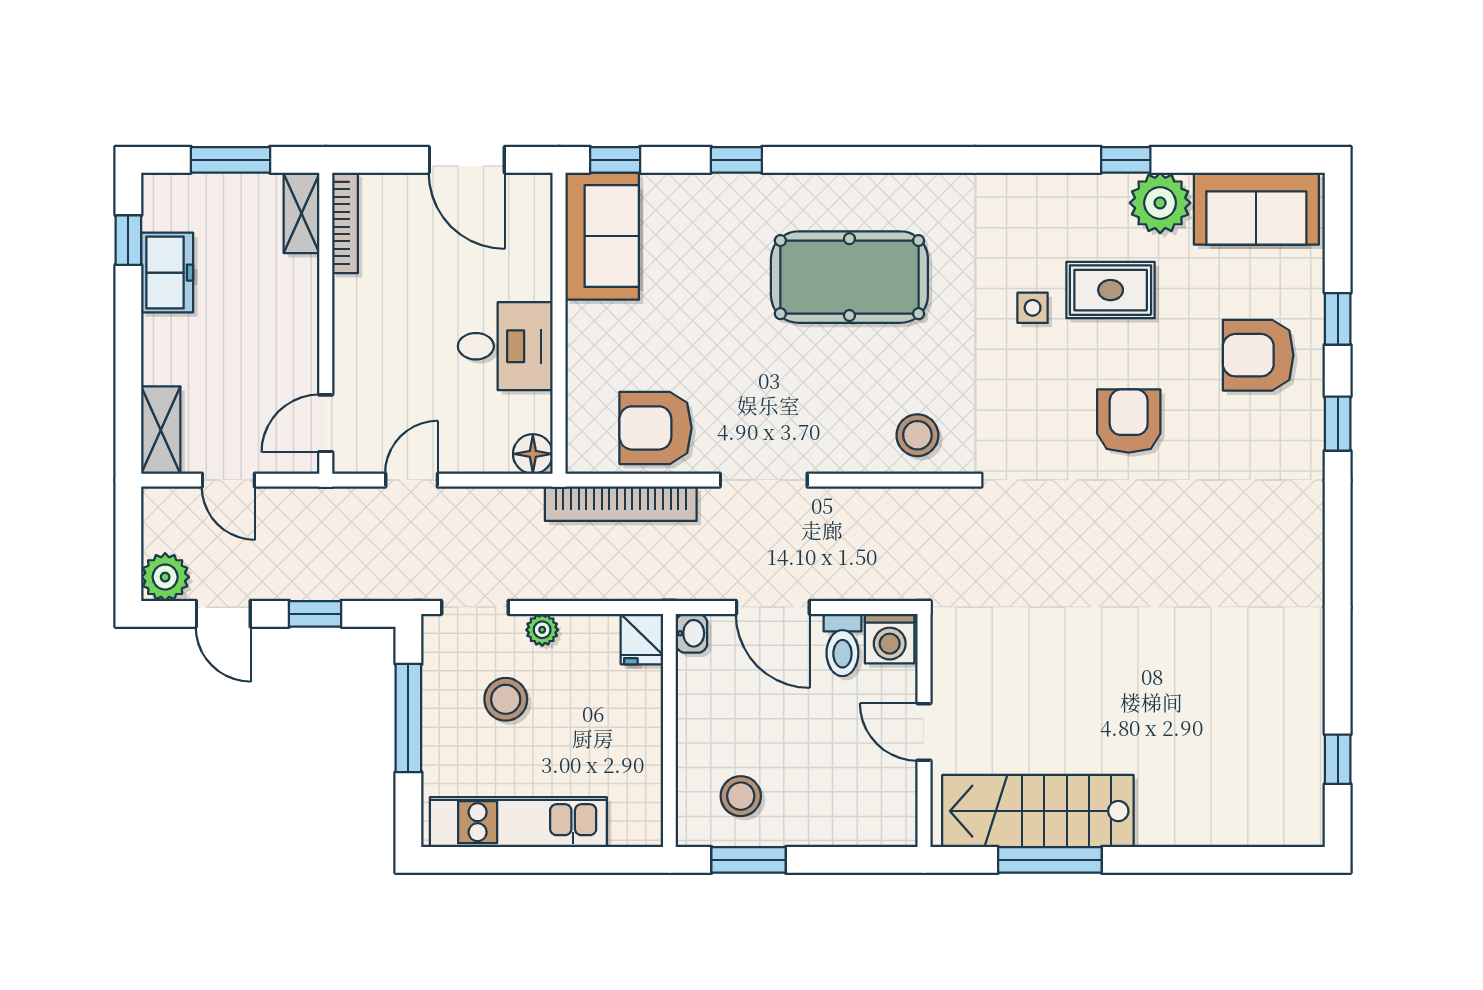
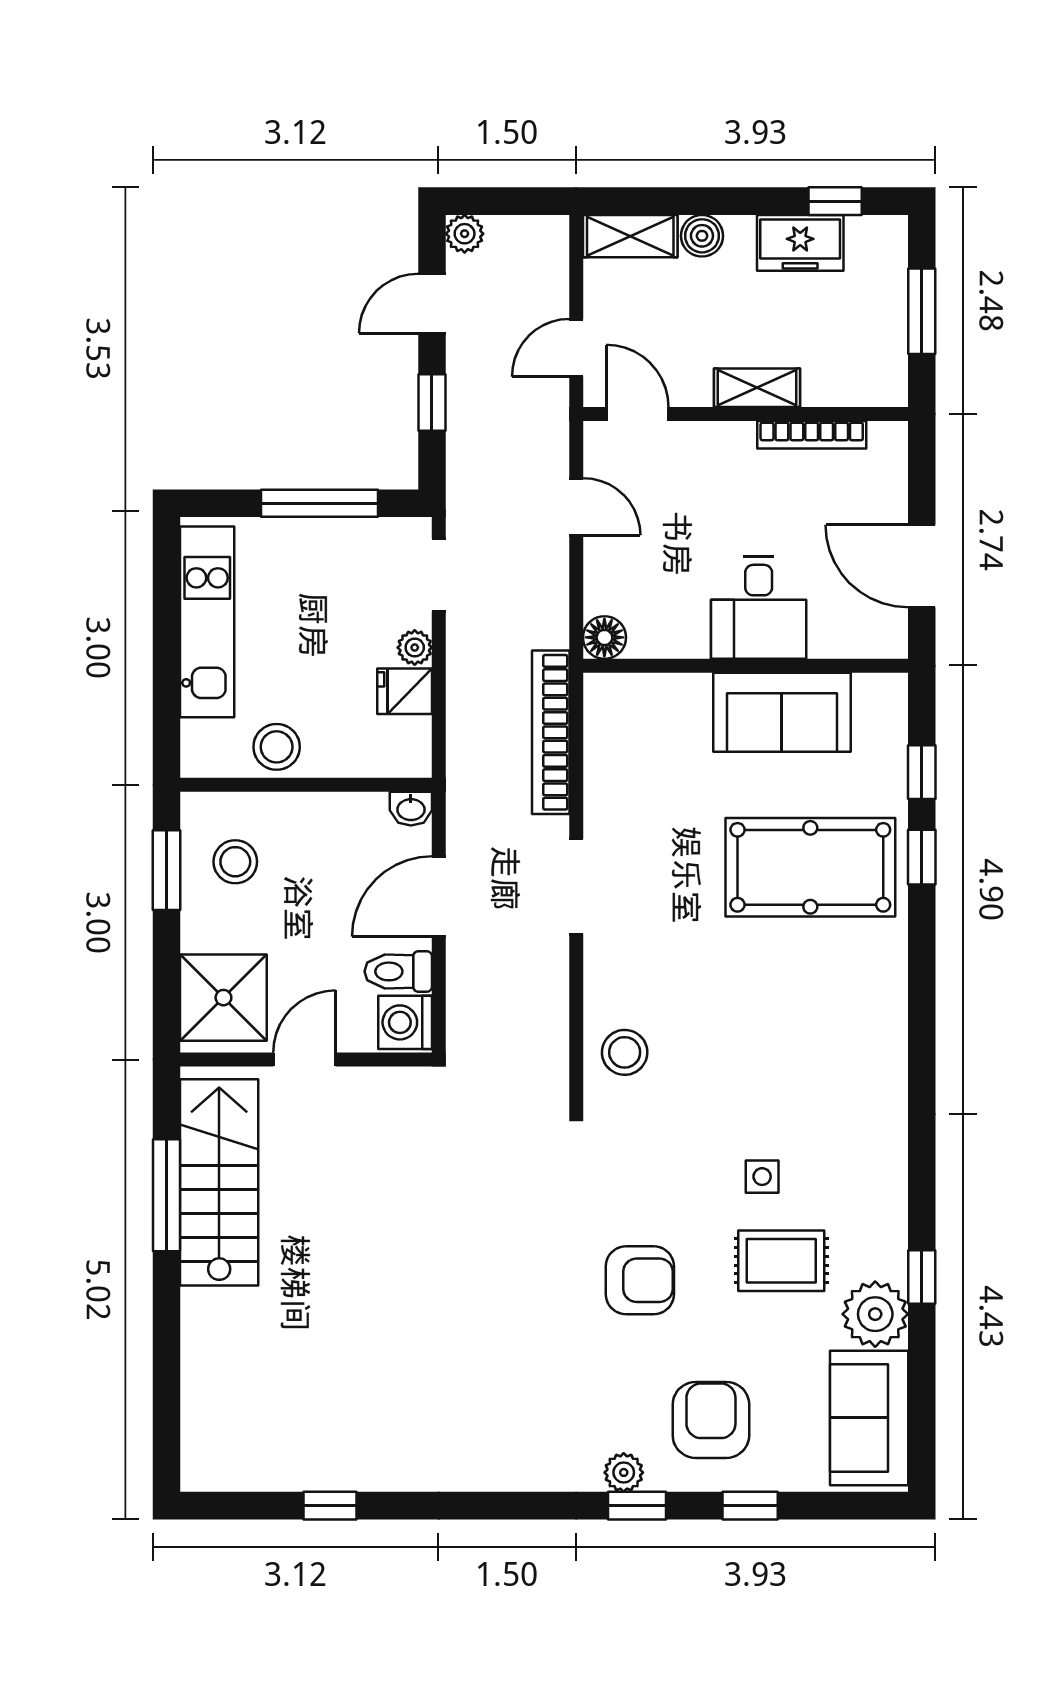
door: (467, 160) -> (922, 566), hinge flipped
window: (615, 160) -> (922, 772), moved
shelving: (301, 213) -> (757, 388), moved
bookcase: (345, 223) -> (812, 435), moved
sofa: (602, 236) -> (782, 712), moved
pool table: (849, 277) -> (810, 867), moved, turned 90
rug: (1111, 290) -> (781, 1261), turned 90
desk: (505, 346) -> (759, 608), moved
boiler: (161, 364) -> (702, 236), added
armchair: (655, 428) -> (632, 770), removed
plant: (1307, 436) -> (624, 1472), added
door: (228, 480) -> (576, 348), moved
plant: (165, 577) -> (465, 234), width x0.73, depth x0.73
fridge: (642, 639) -> (405, 691), moved
stool: (506, 699) -> (277, 747), moved
window: (1338, 759) -> (330, 1506), moved
shower: (867, 807) -> (223, 998), added

